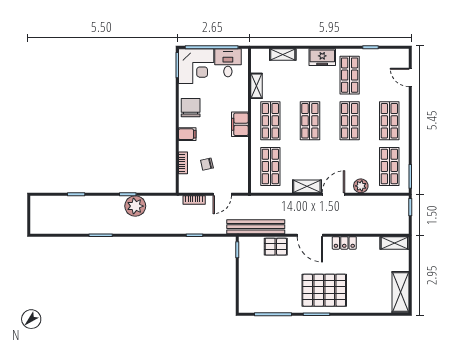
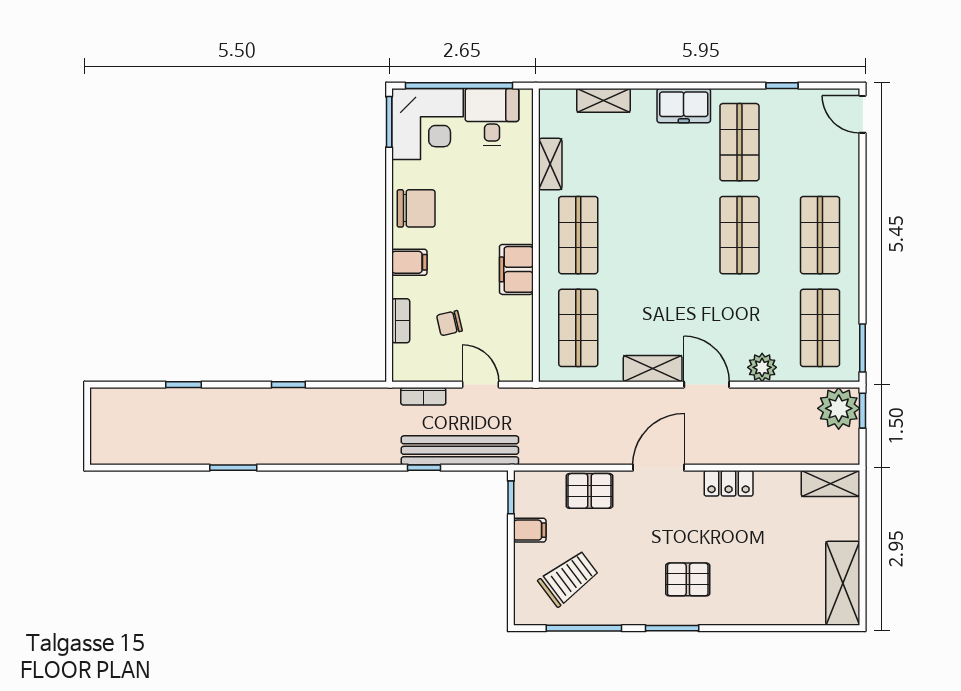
door: (410, 77) -> (863, 114), moved
chair: (191, 108) -> (416, 208), turned 90
shop shelf: (310, 121) -> (659, 235), removed
filing cabinet: (240, 124) -> (516, 269), moved
door: (222, 194) -> (481, 385), swing flipped
door: (333, 194) -> (707, 385), hinge flipped
plant: (135, 206) -> (839, 408), moved
bench: (256, 227) -> (460, 450), moved
door: (310, 235) -> (659, 468), swing flipped
filing cabinet: (246, 266) -> (530, 530), added
trolley: (266, 290) -> (569, 578), added
pallet: (324, 290) -> (688, 579), width x0.49, depth x0.50

